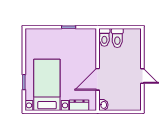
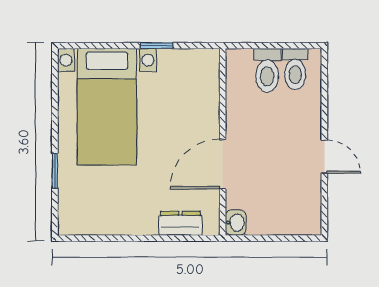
toilet: (104, 37) -> (295, 69), moved
bed with nightstands: (47, 85) -> (107, 107), moved, turned 180

